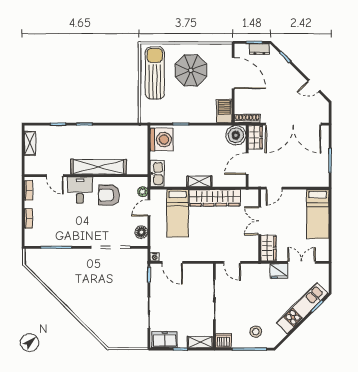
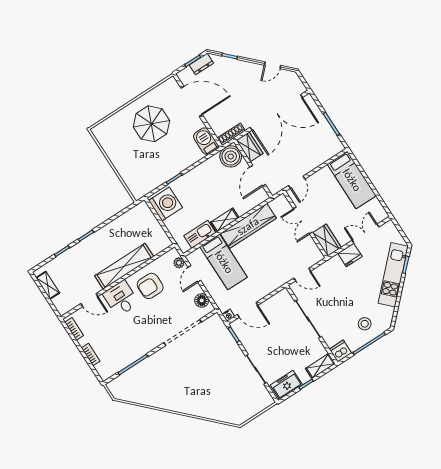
sun lounger: (155, 73) -> (120, 147), removed
kitchen sink: (157, 173) -> (200, 234), moved, turned -90

